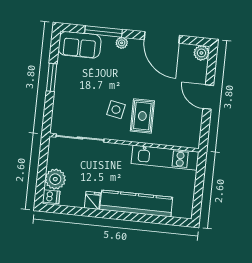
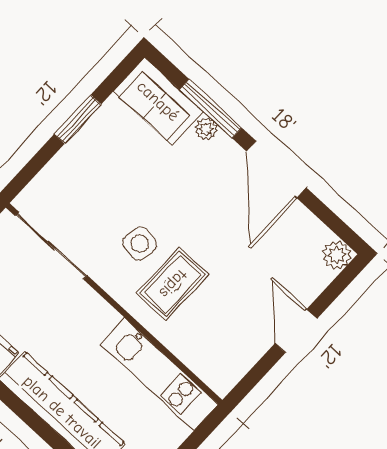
door: (162, 37) -> (276, 170), moved
plant: (122, 43) -> (206, 129), moved

